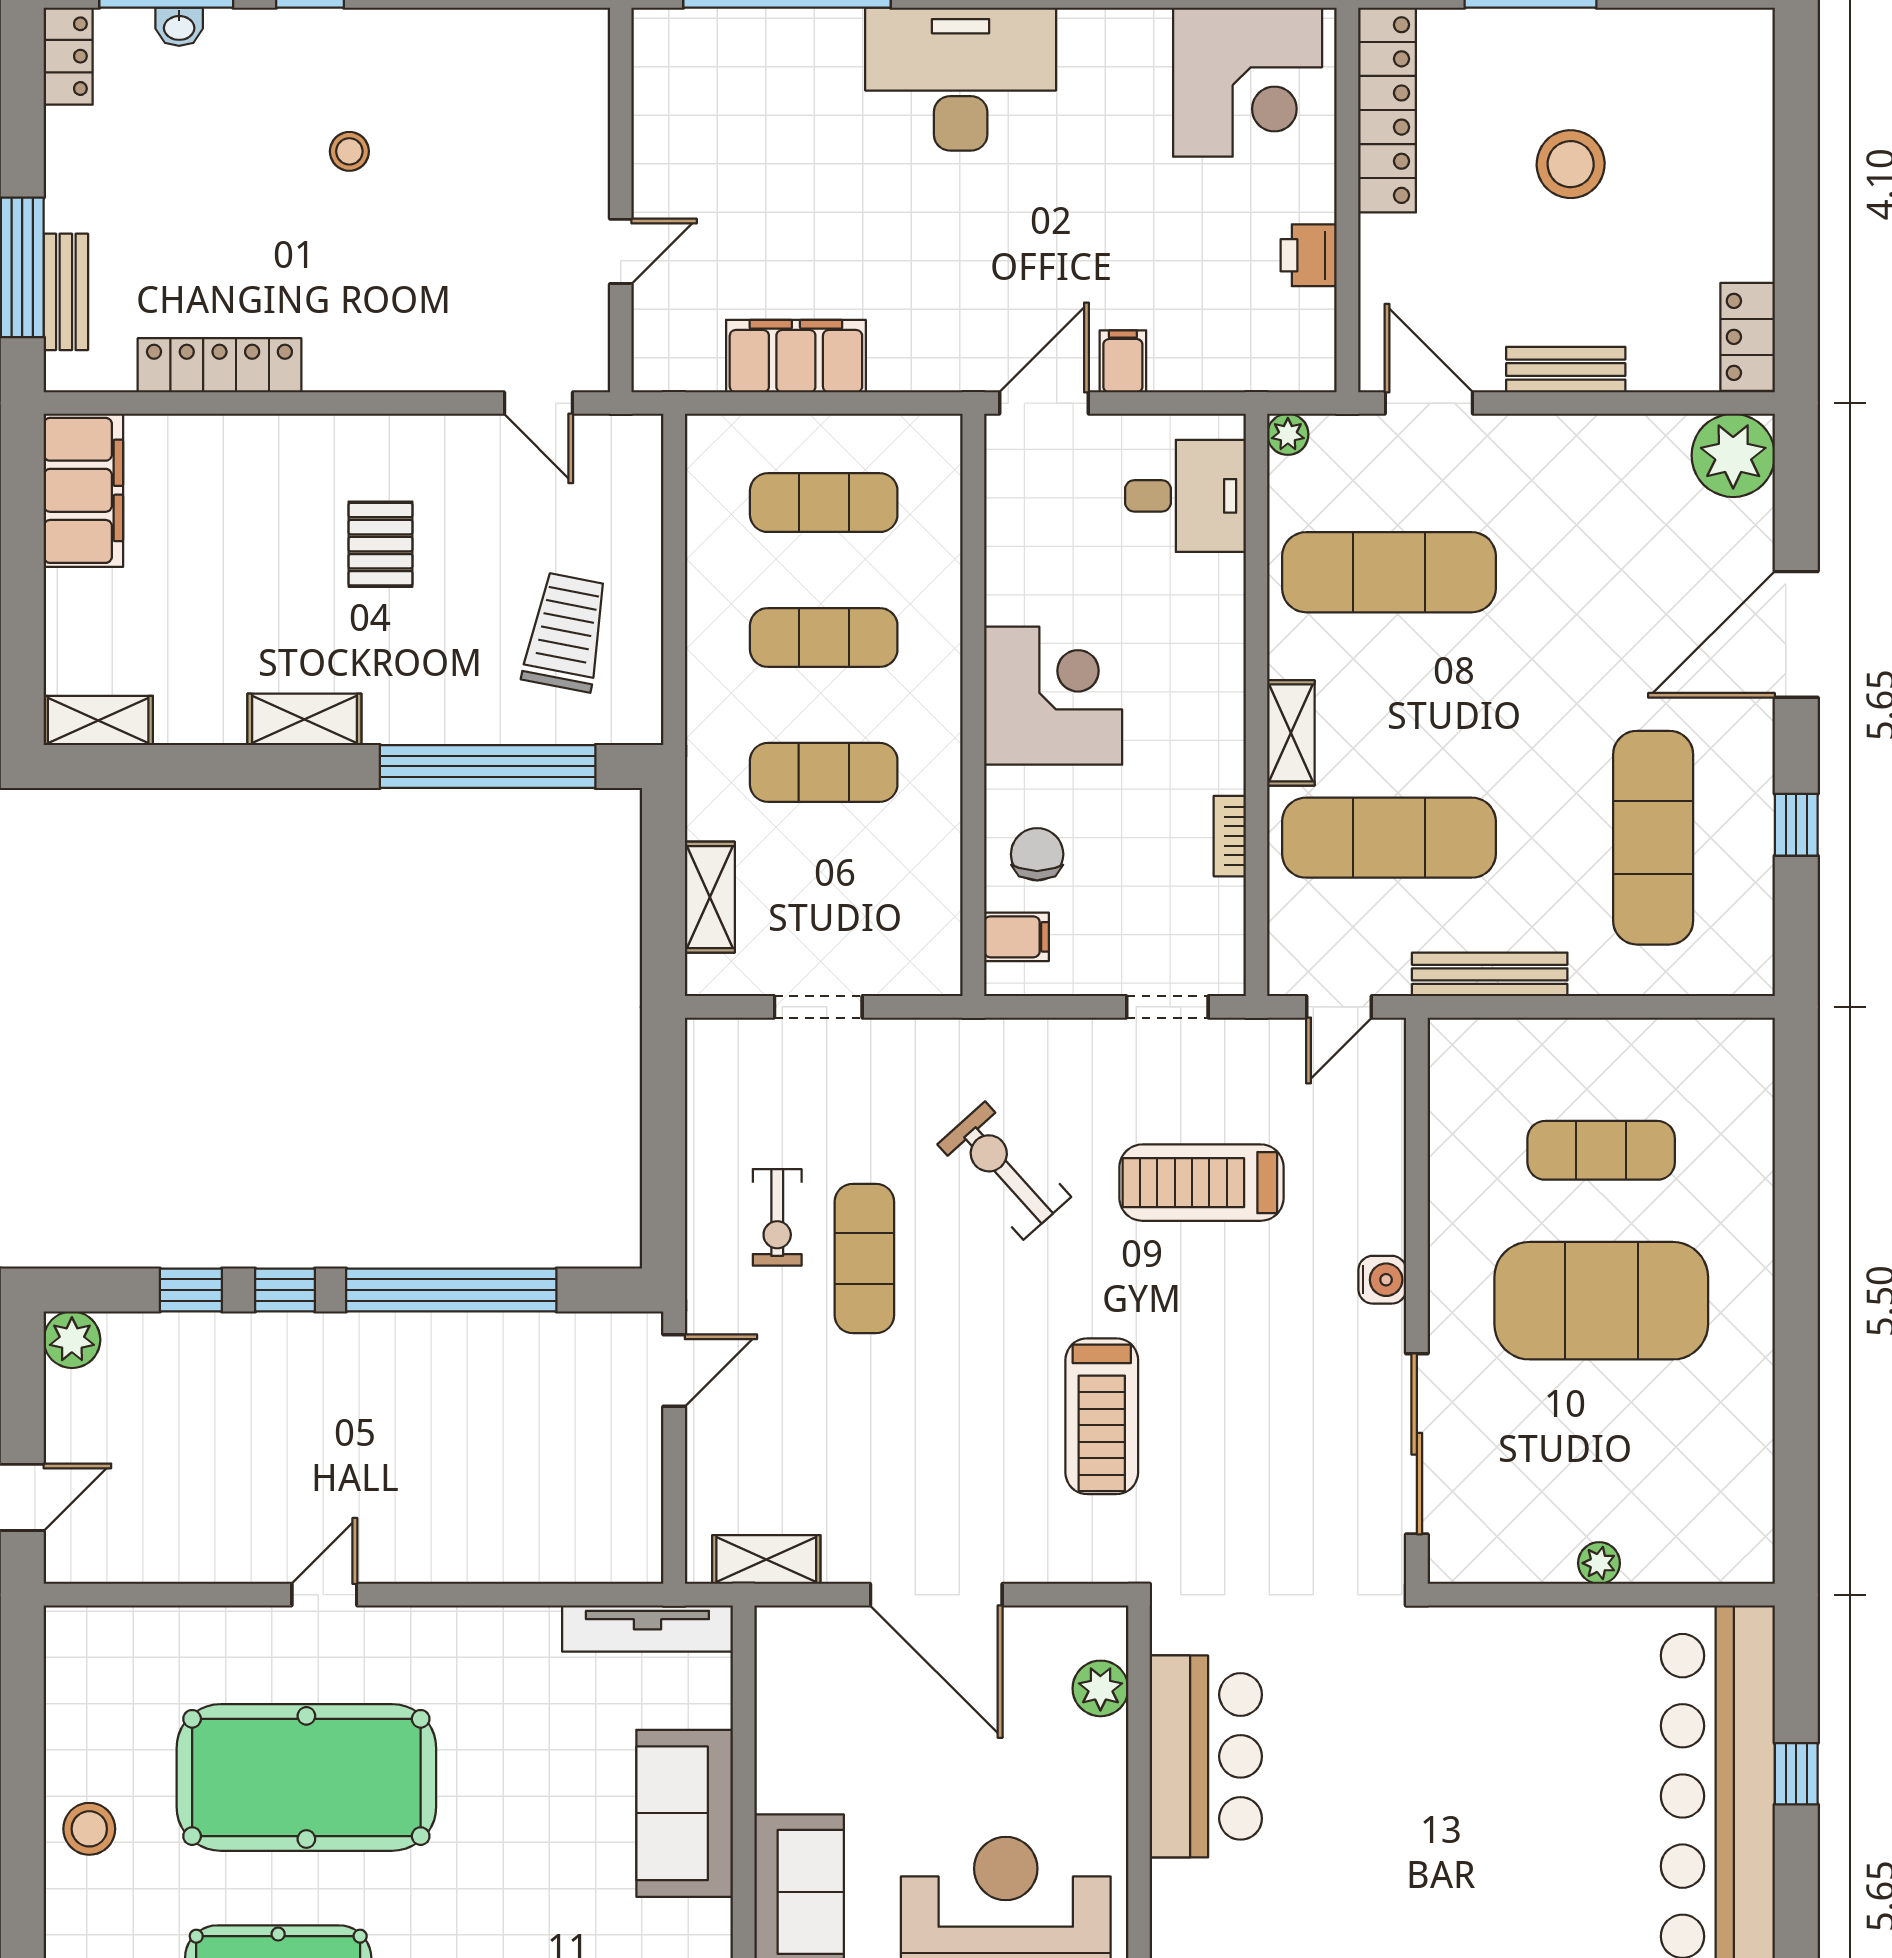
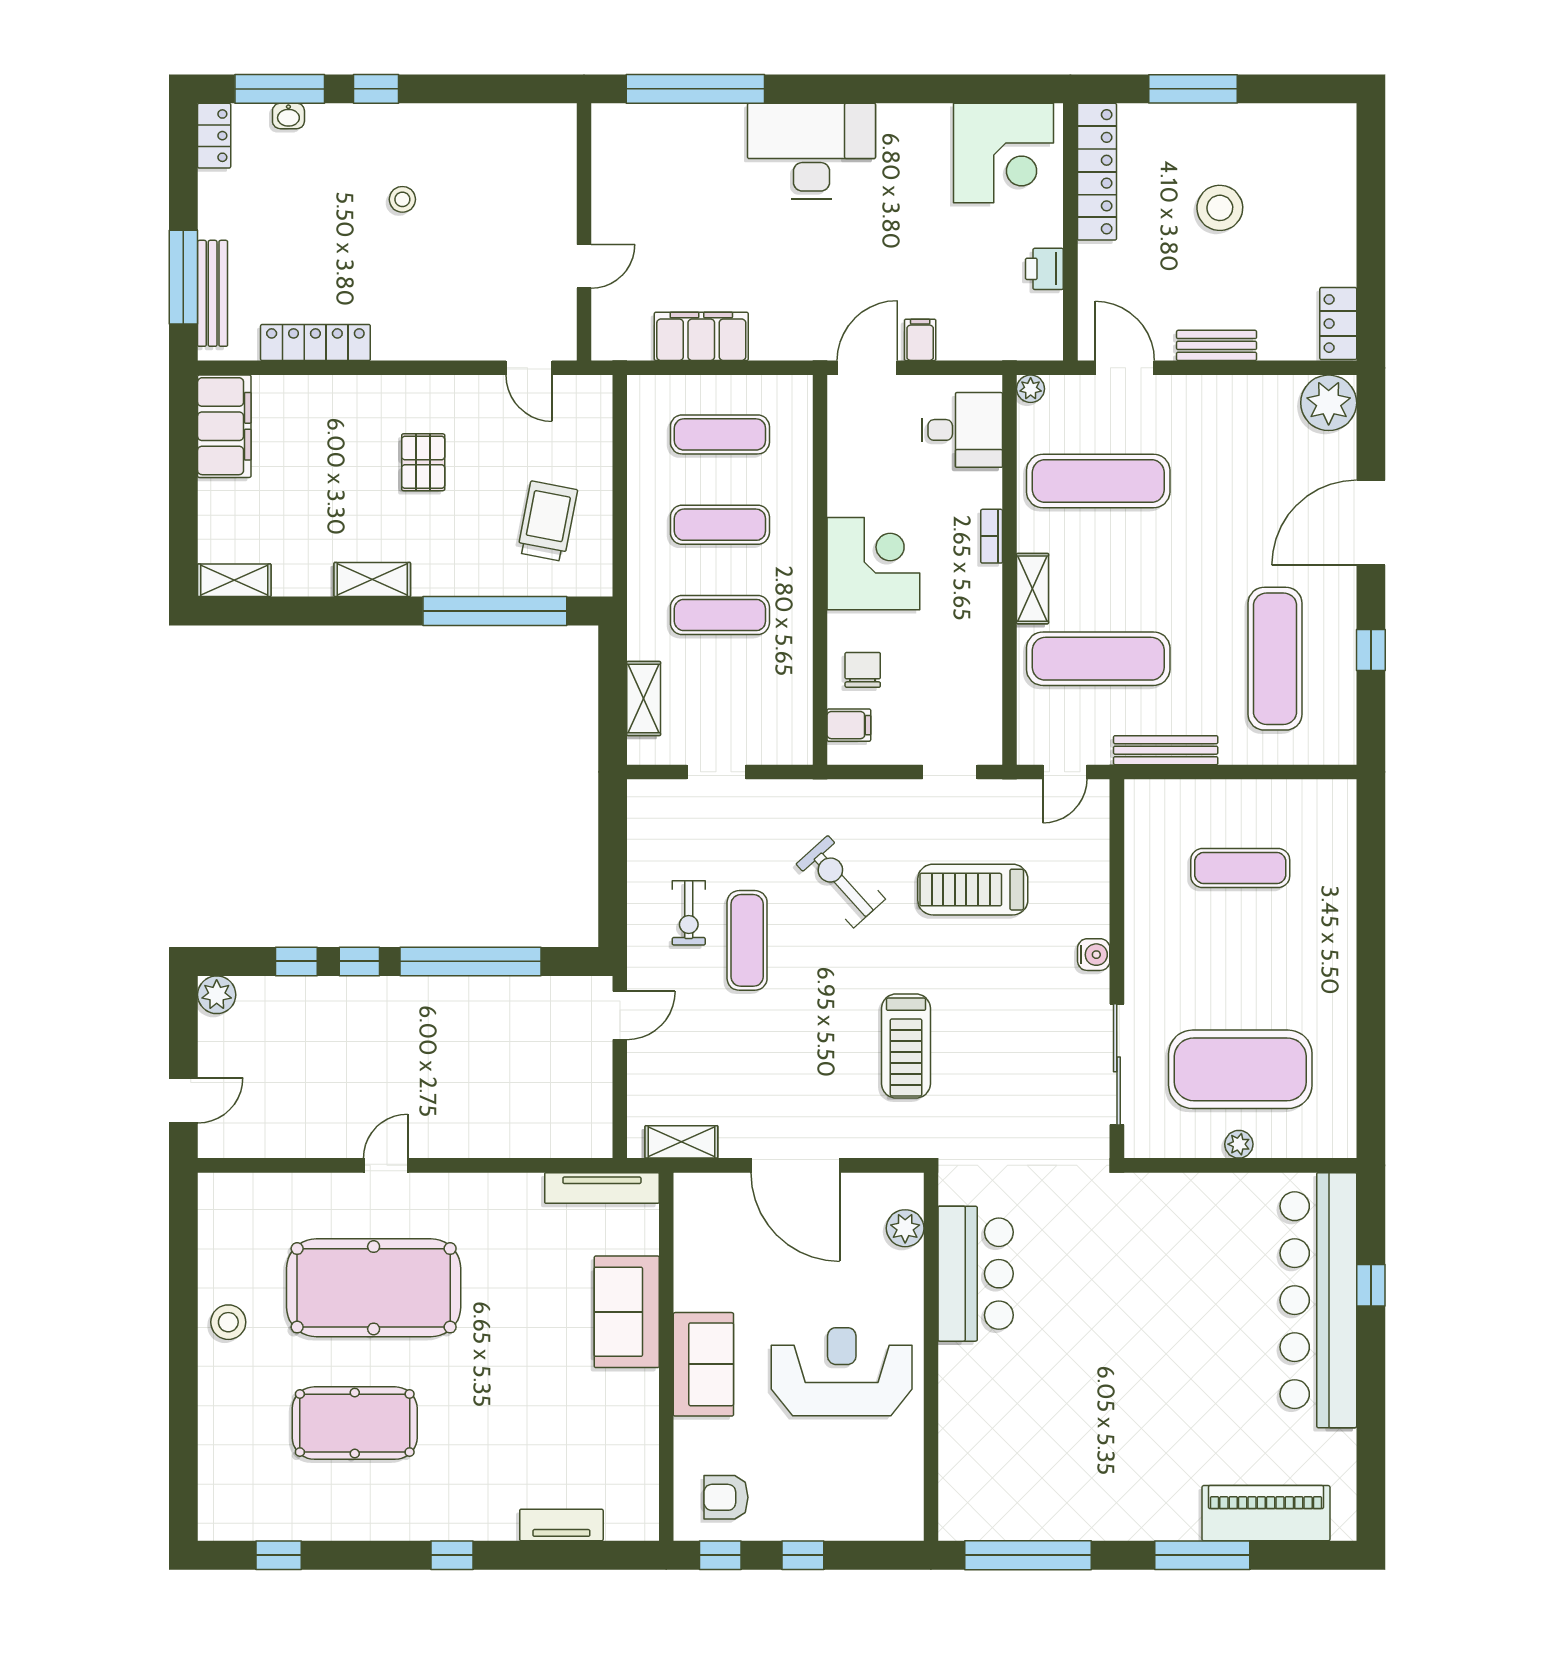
bench: (66, 292) -> (213, 293), width x1.36
bookcase: (1230, 836) -> (992, 536), moved
exercise mat: (1601, 1301) -> (1240, 1069), moved

